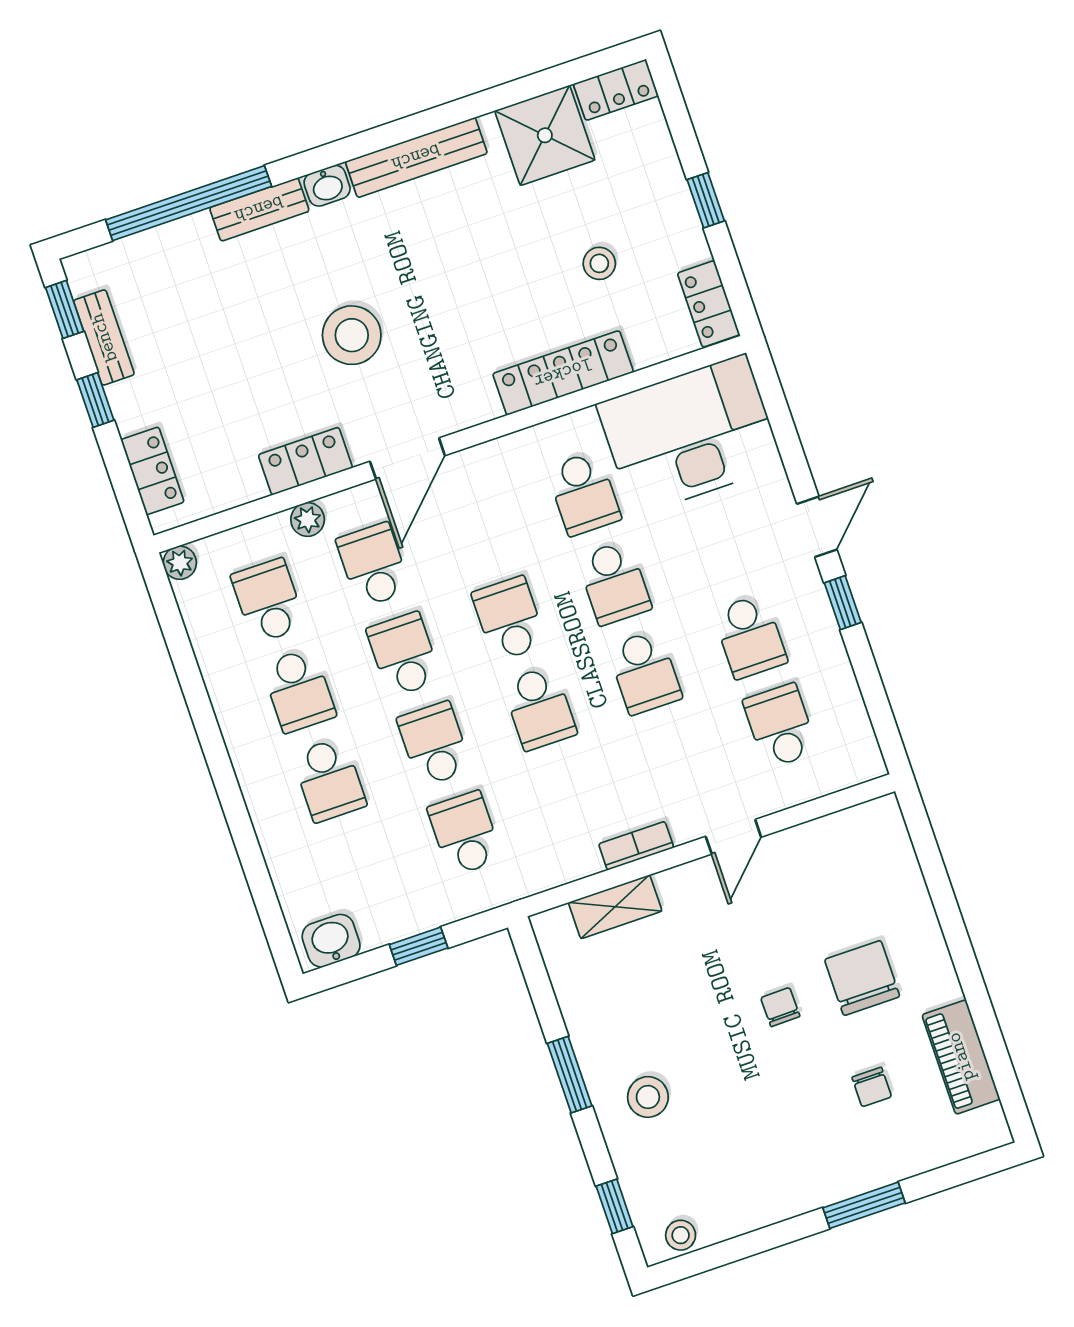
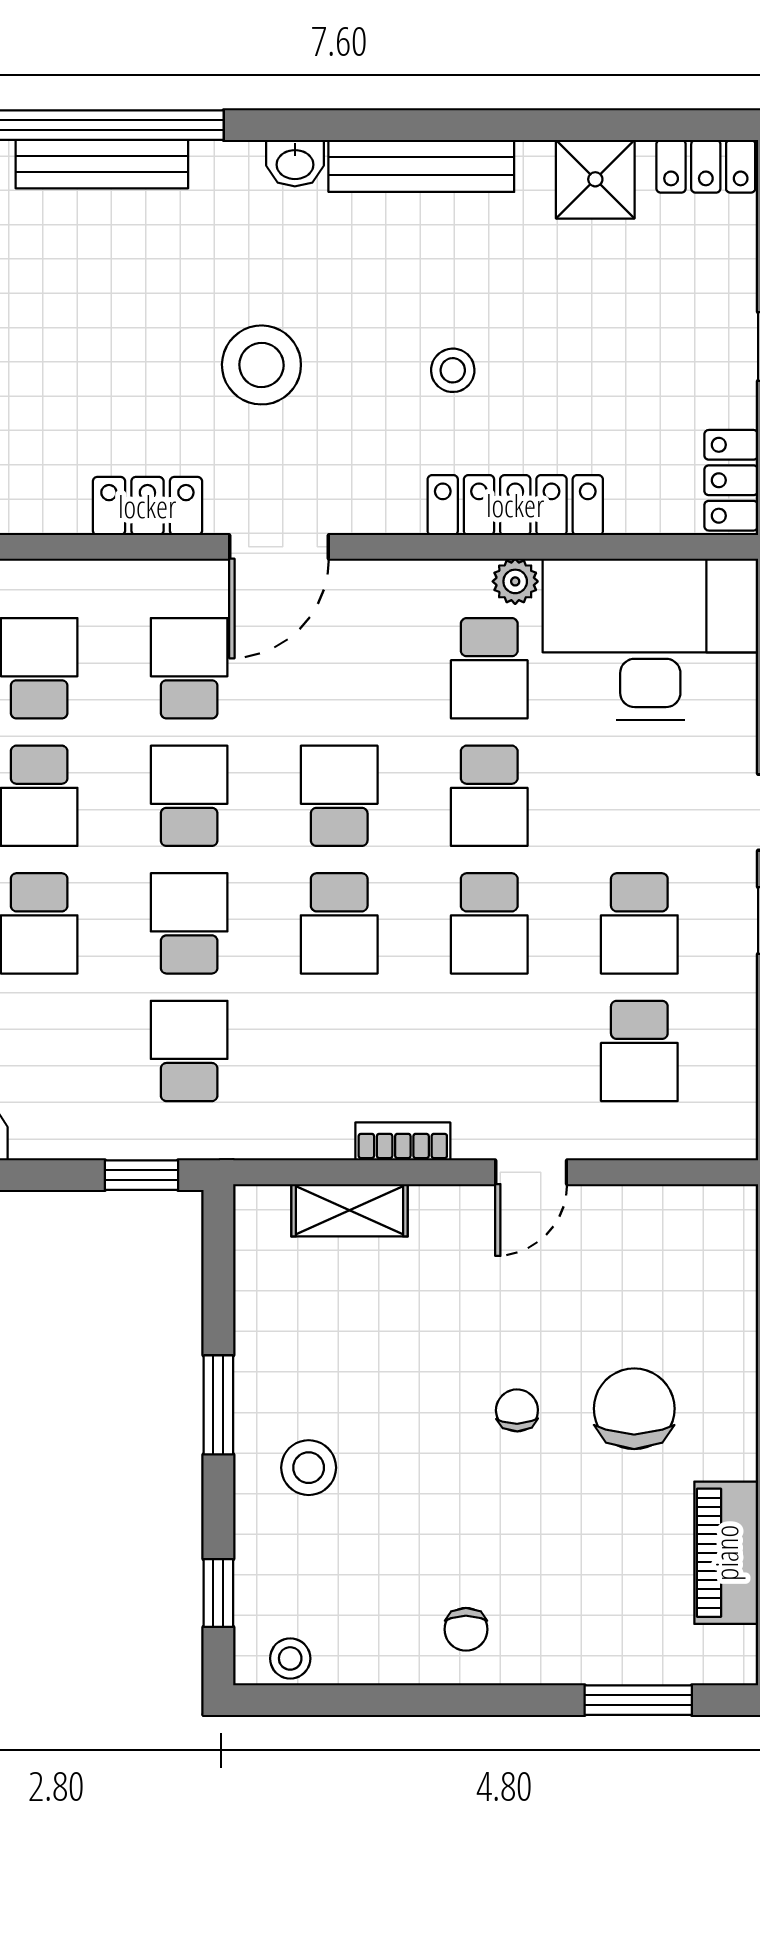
shower: (545, 135) -> (595, 179), width x0.73, depth x0.73
bench: (259, 209) -> (102, 164), moved, width x1.36
stool: (599, 263) -> (453, 370), moved
plant: (308, 520) -> (515, 581), moved
school desk: (780, 726) -> (639, 1051), turned 180
window: (419, 946) -> (142, 1175), moved
chair: (872, 1087) -> (466, 1629), moved
window: (864, 1205) -> (638, 1700), moved

